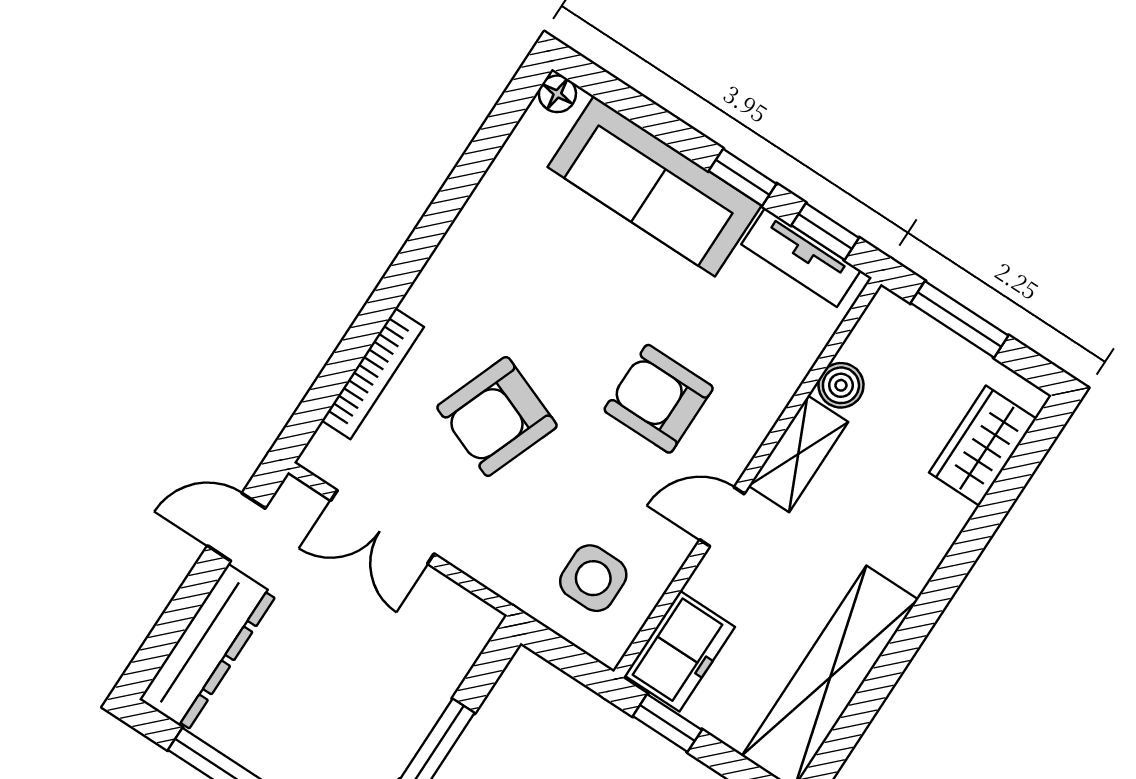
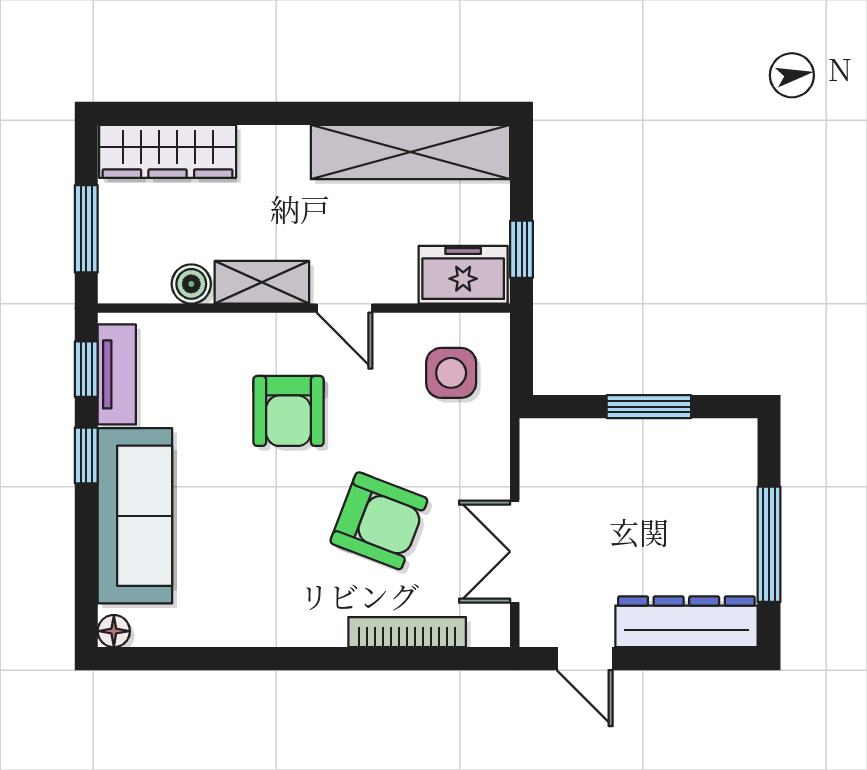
wardrobe: (983, 446) -> (168, 151), width x1.50
double door: (382, 527) -> (515, 552), swing flipped

